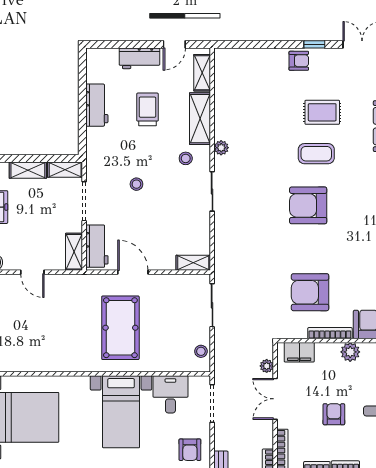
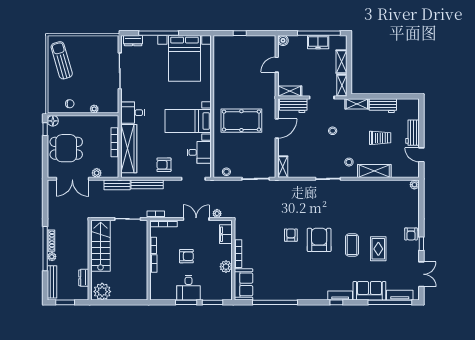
shelving: (202, 73) -> (357, 104), moved
plant: (221, 148) -> (414, 185), moved
armchair: (310, 292) -> (291, 235), moved, width x0.53, depth x0.53

